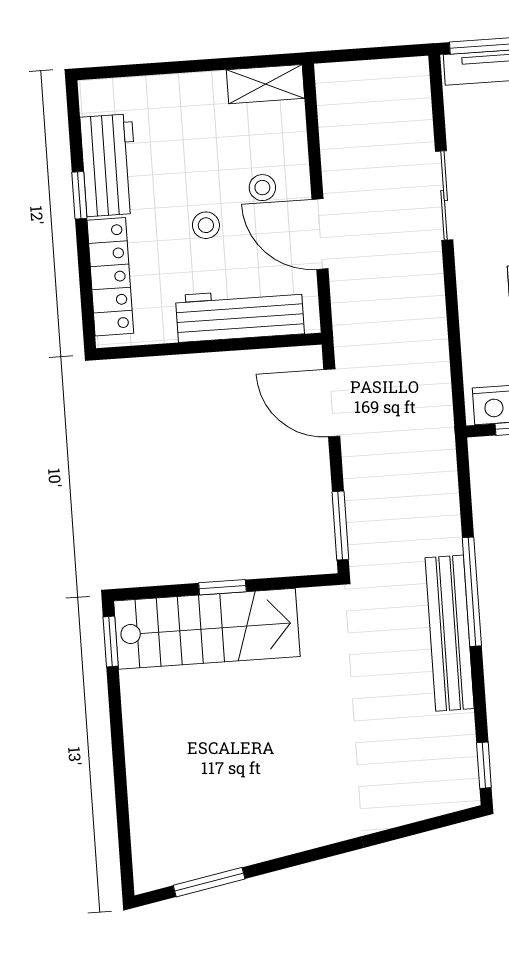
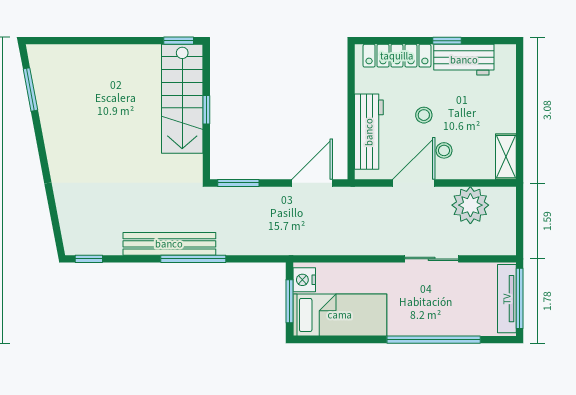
plant: (350, 137) -> (470, 205), added

